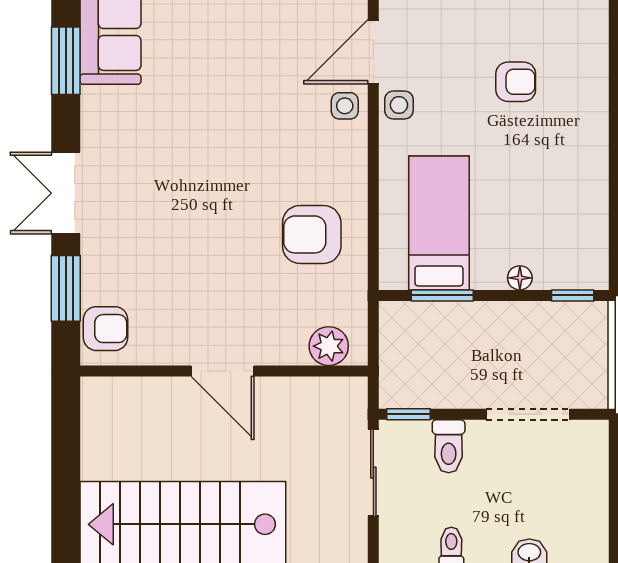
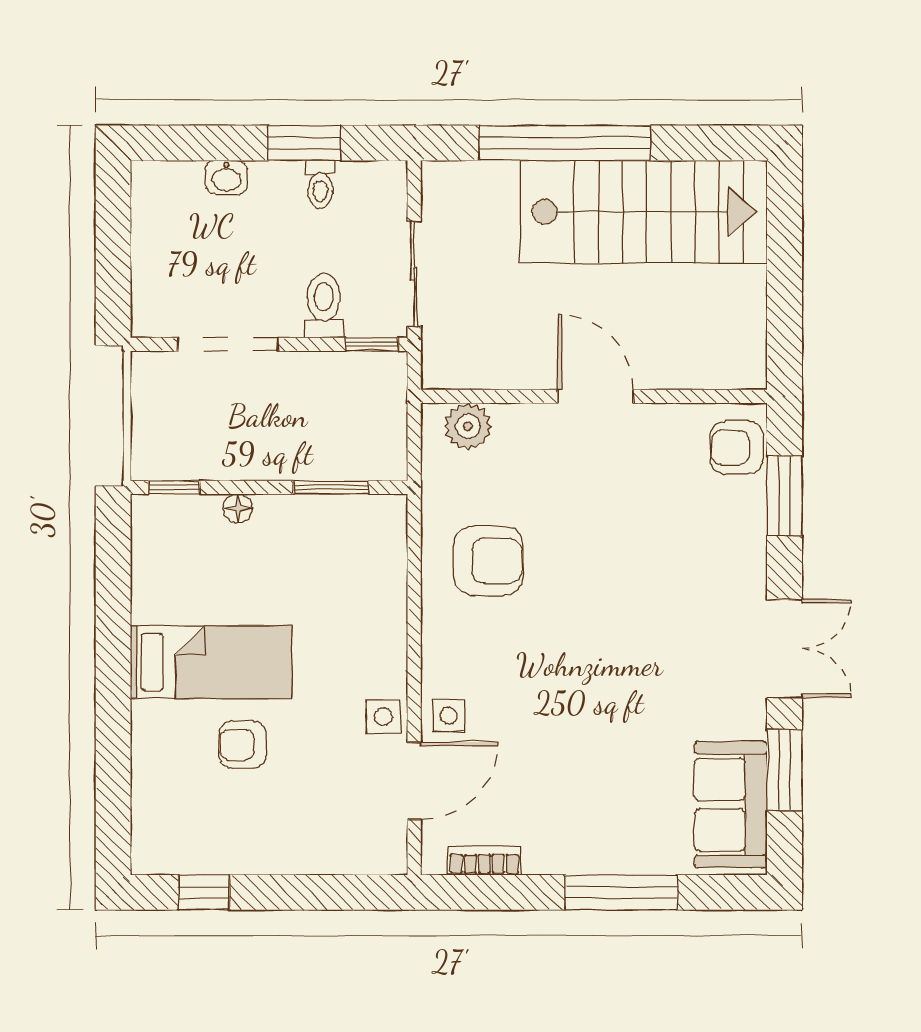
double door: (66, 193) -> (785, 649), moved
bed: (439, 223) -> (211, 662), moved, turned -90

